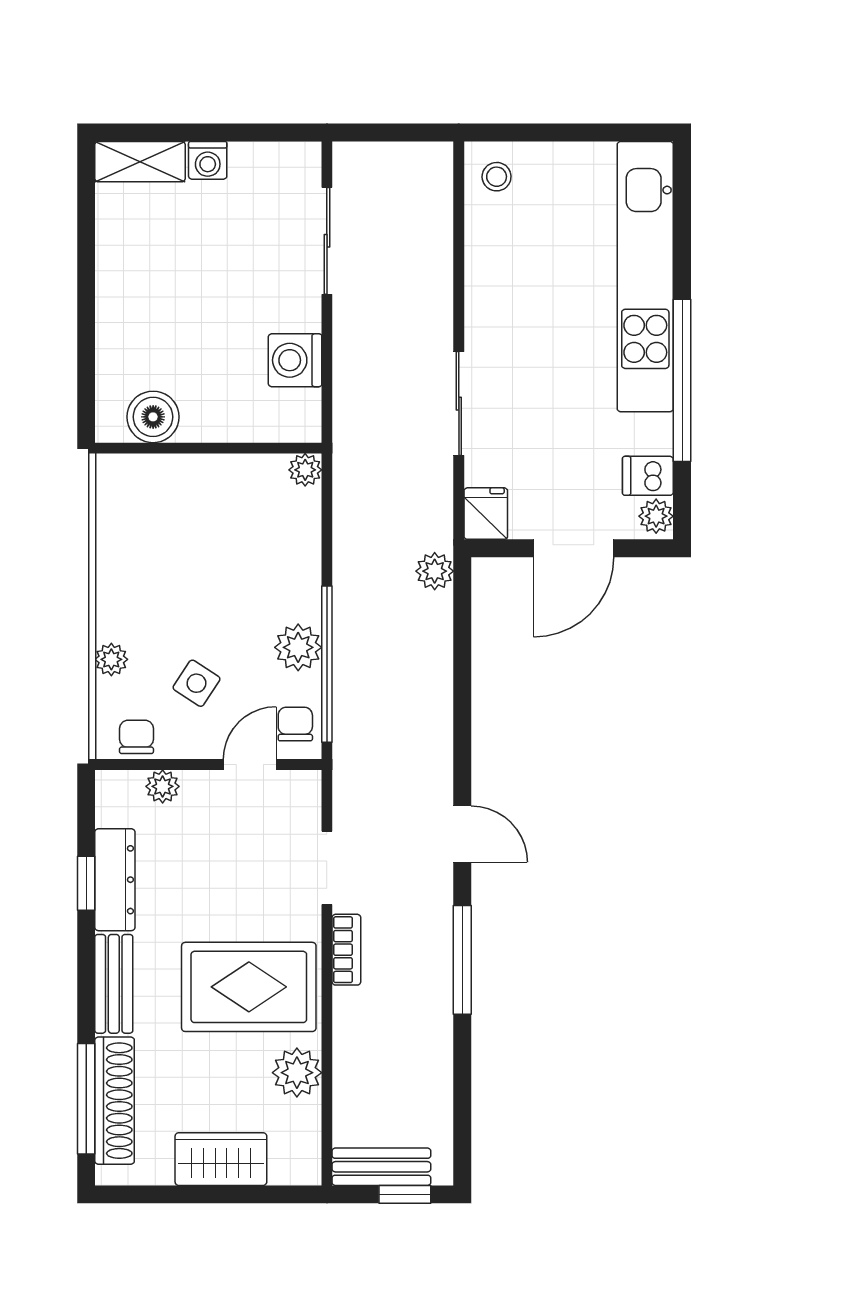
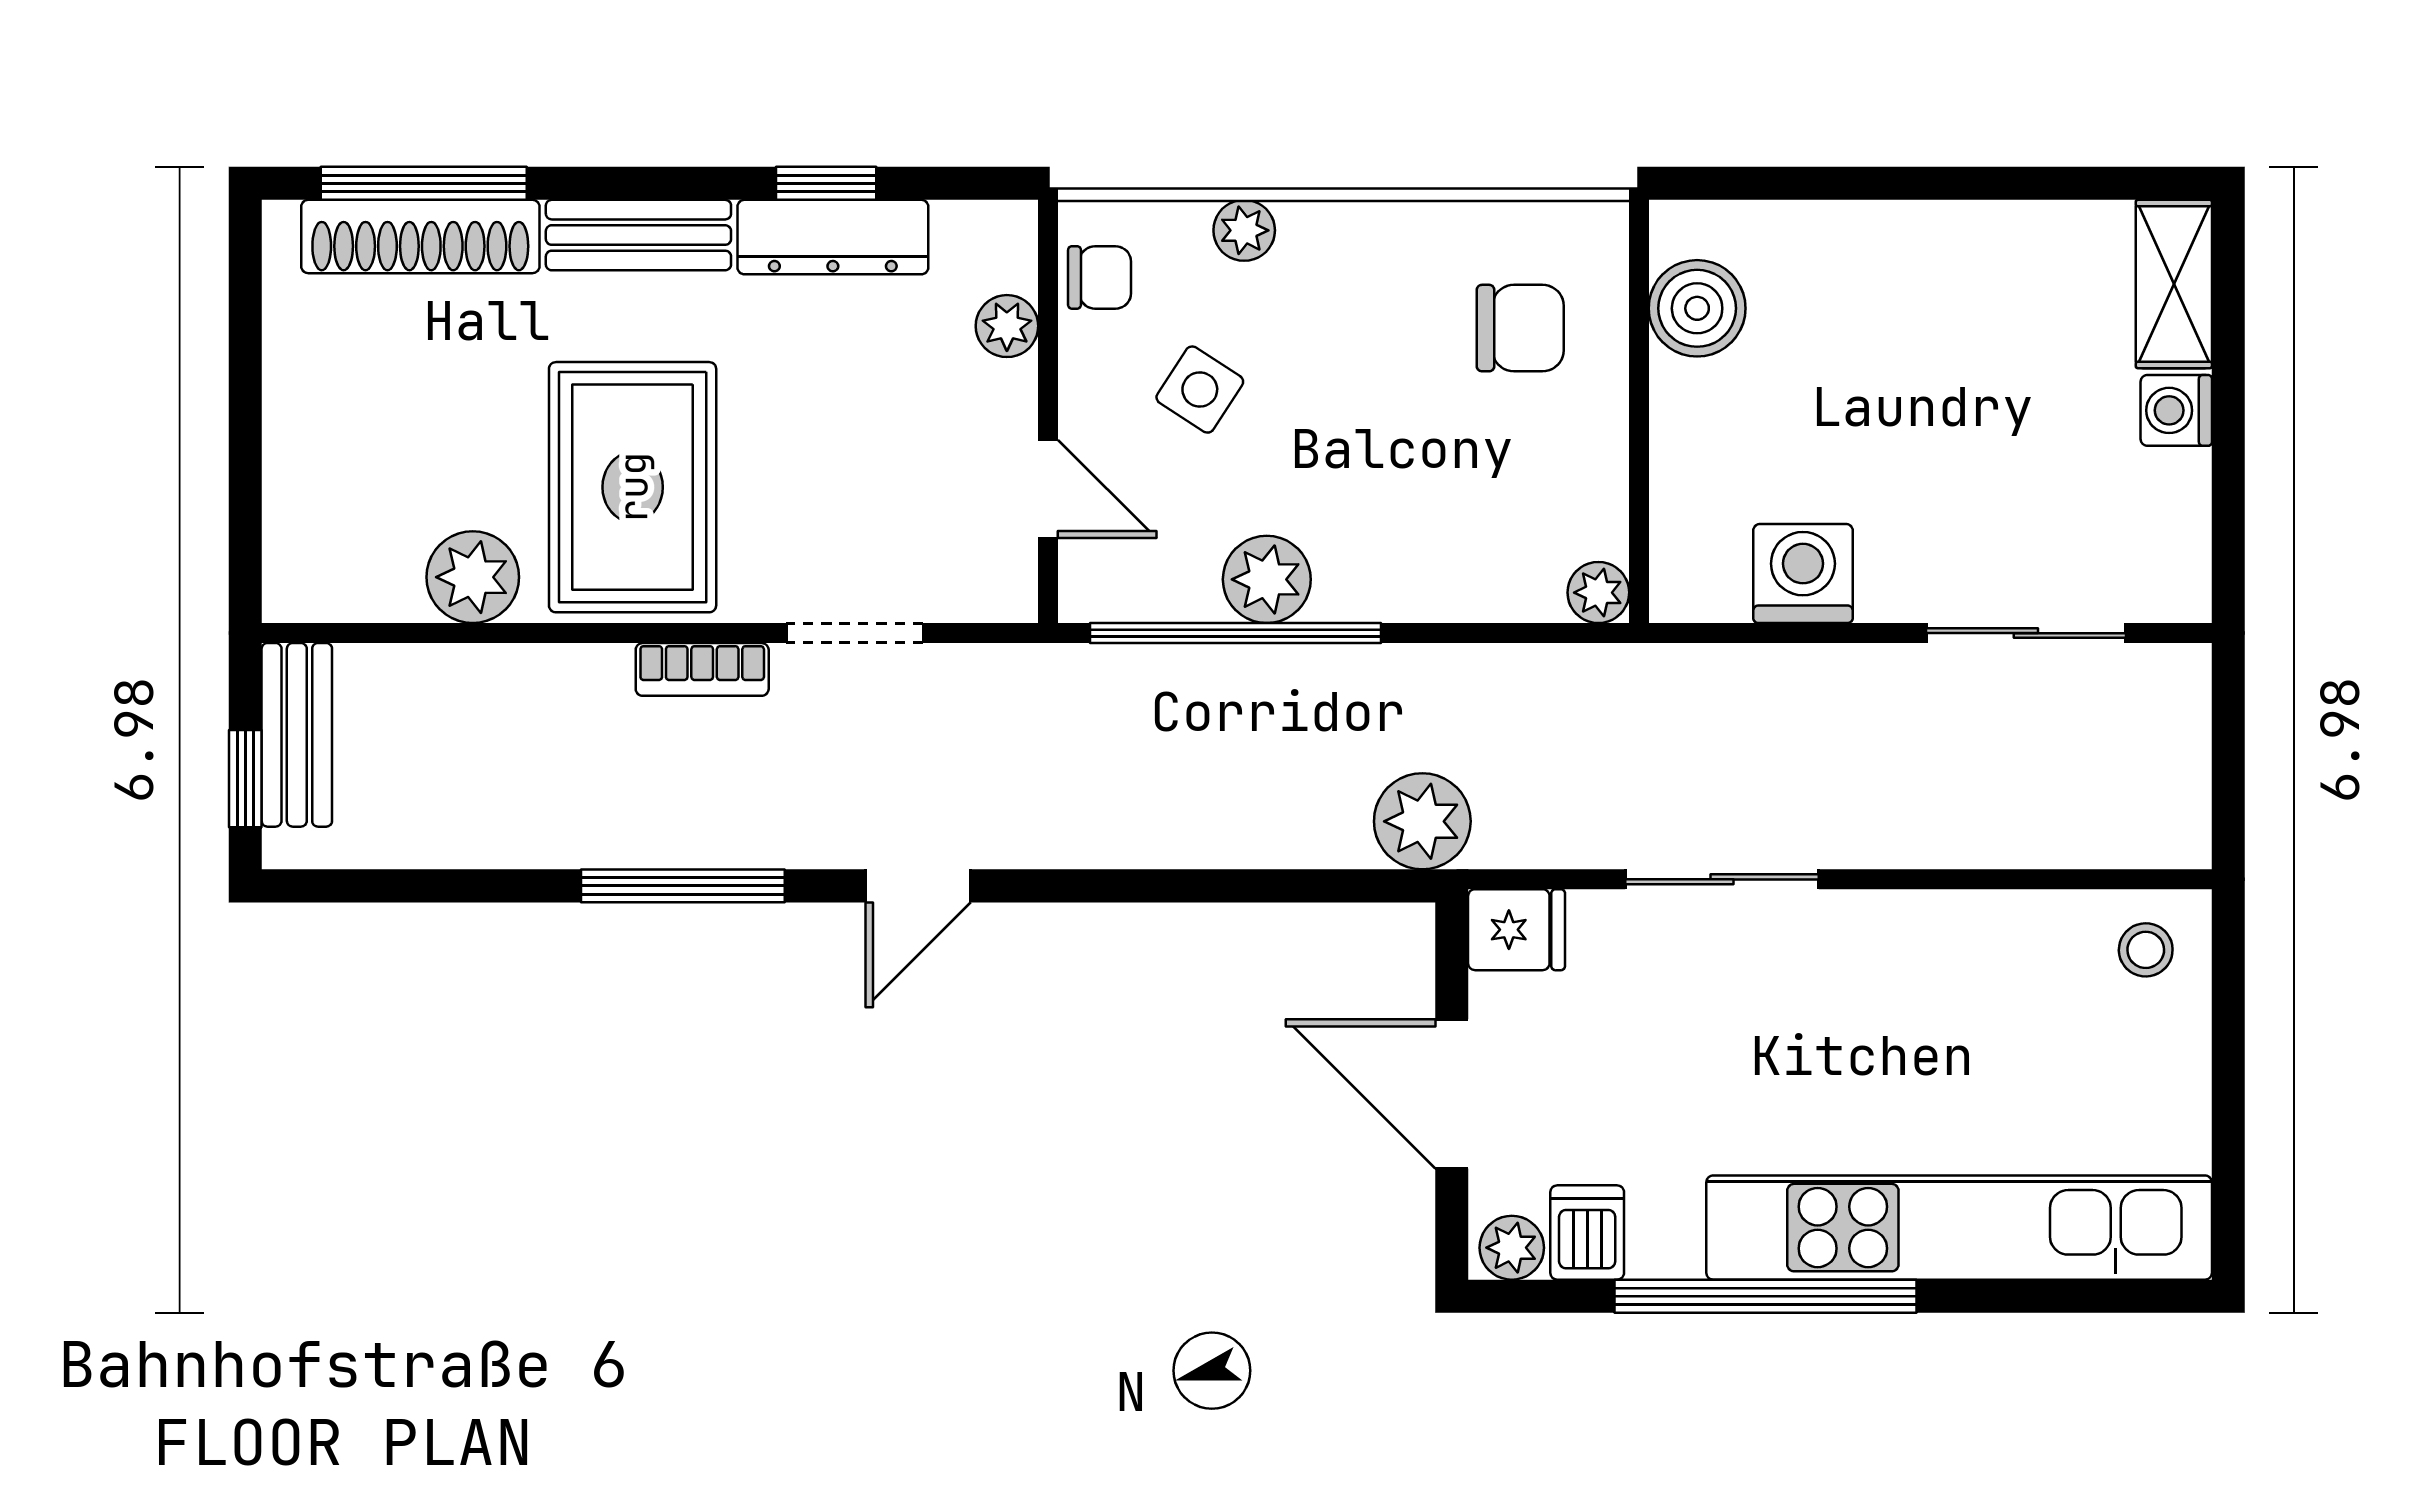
plant: (435, 571) -> (1422, 821), width x1.38, depth x1.38
chair: (295, 724) -> (1520, 328), moved, width x1.37, depth x1.37
wardrobe: (221, 1159) -> (311, 435), removed

